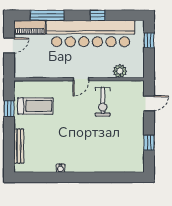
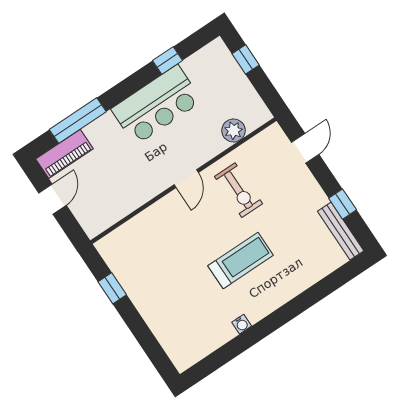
window: (98, 15) -> (167, 61), moved
bar counter: (91, 34) -> (157, 105), width x0.54
treadmill: (35, 106) -> (241, 261), moved
bench: (19, 146) -> (341, 231), moved

